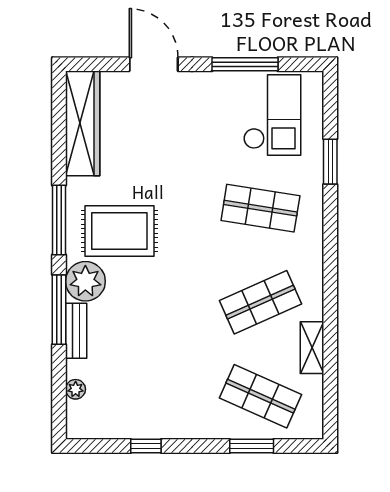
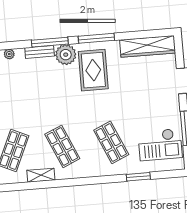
shop shelf: (260, 208) -> (111, 142), turned -33

